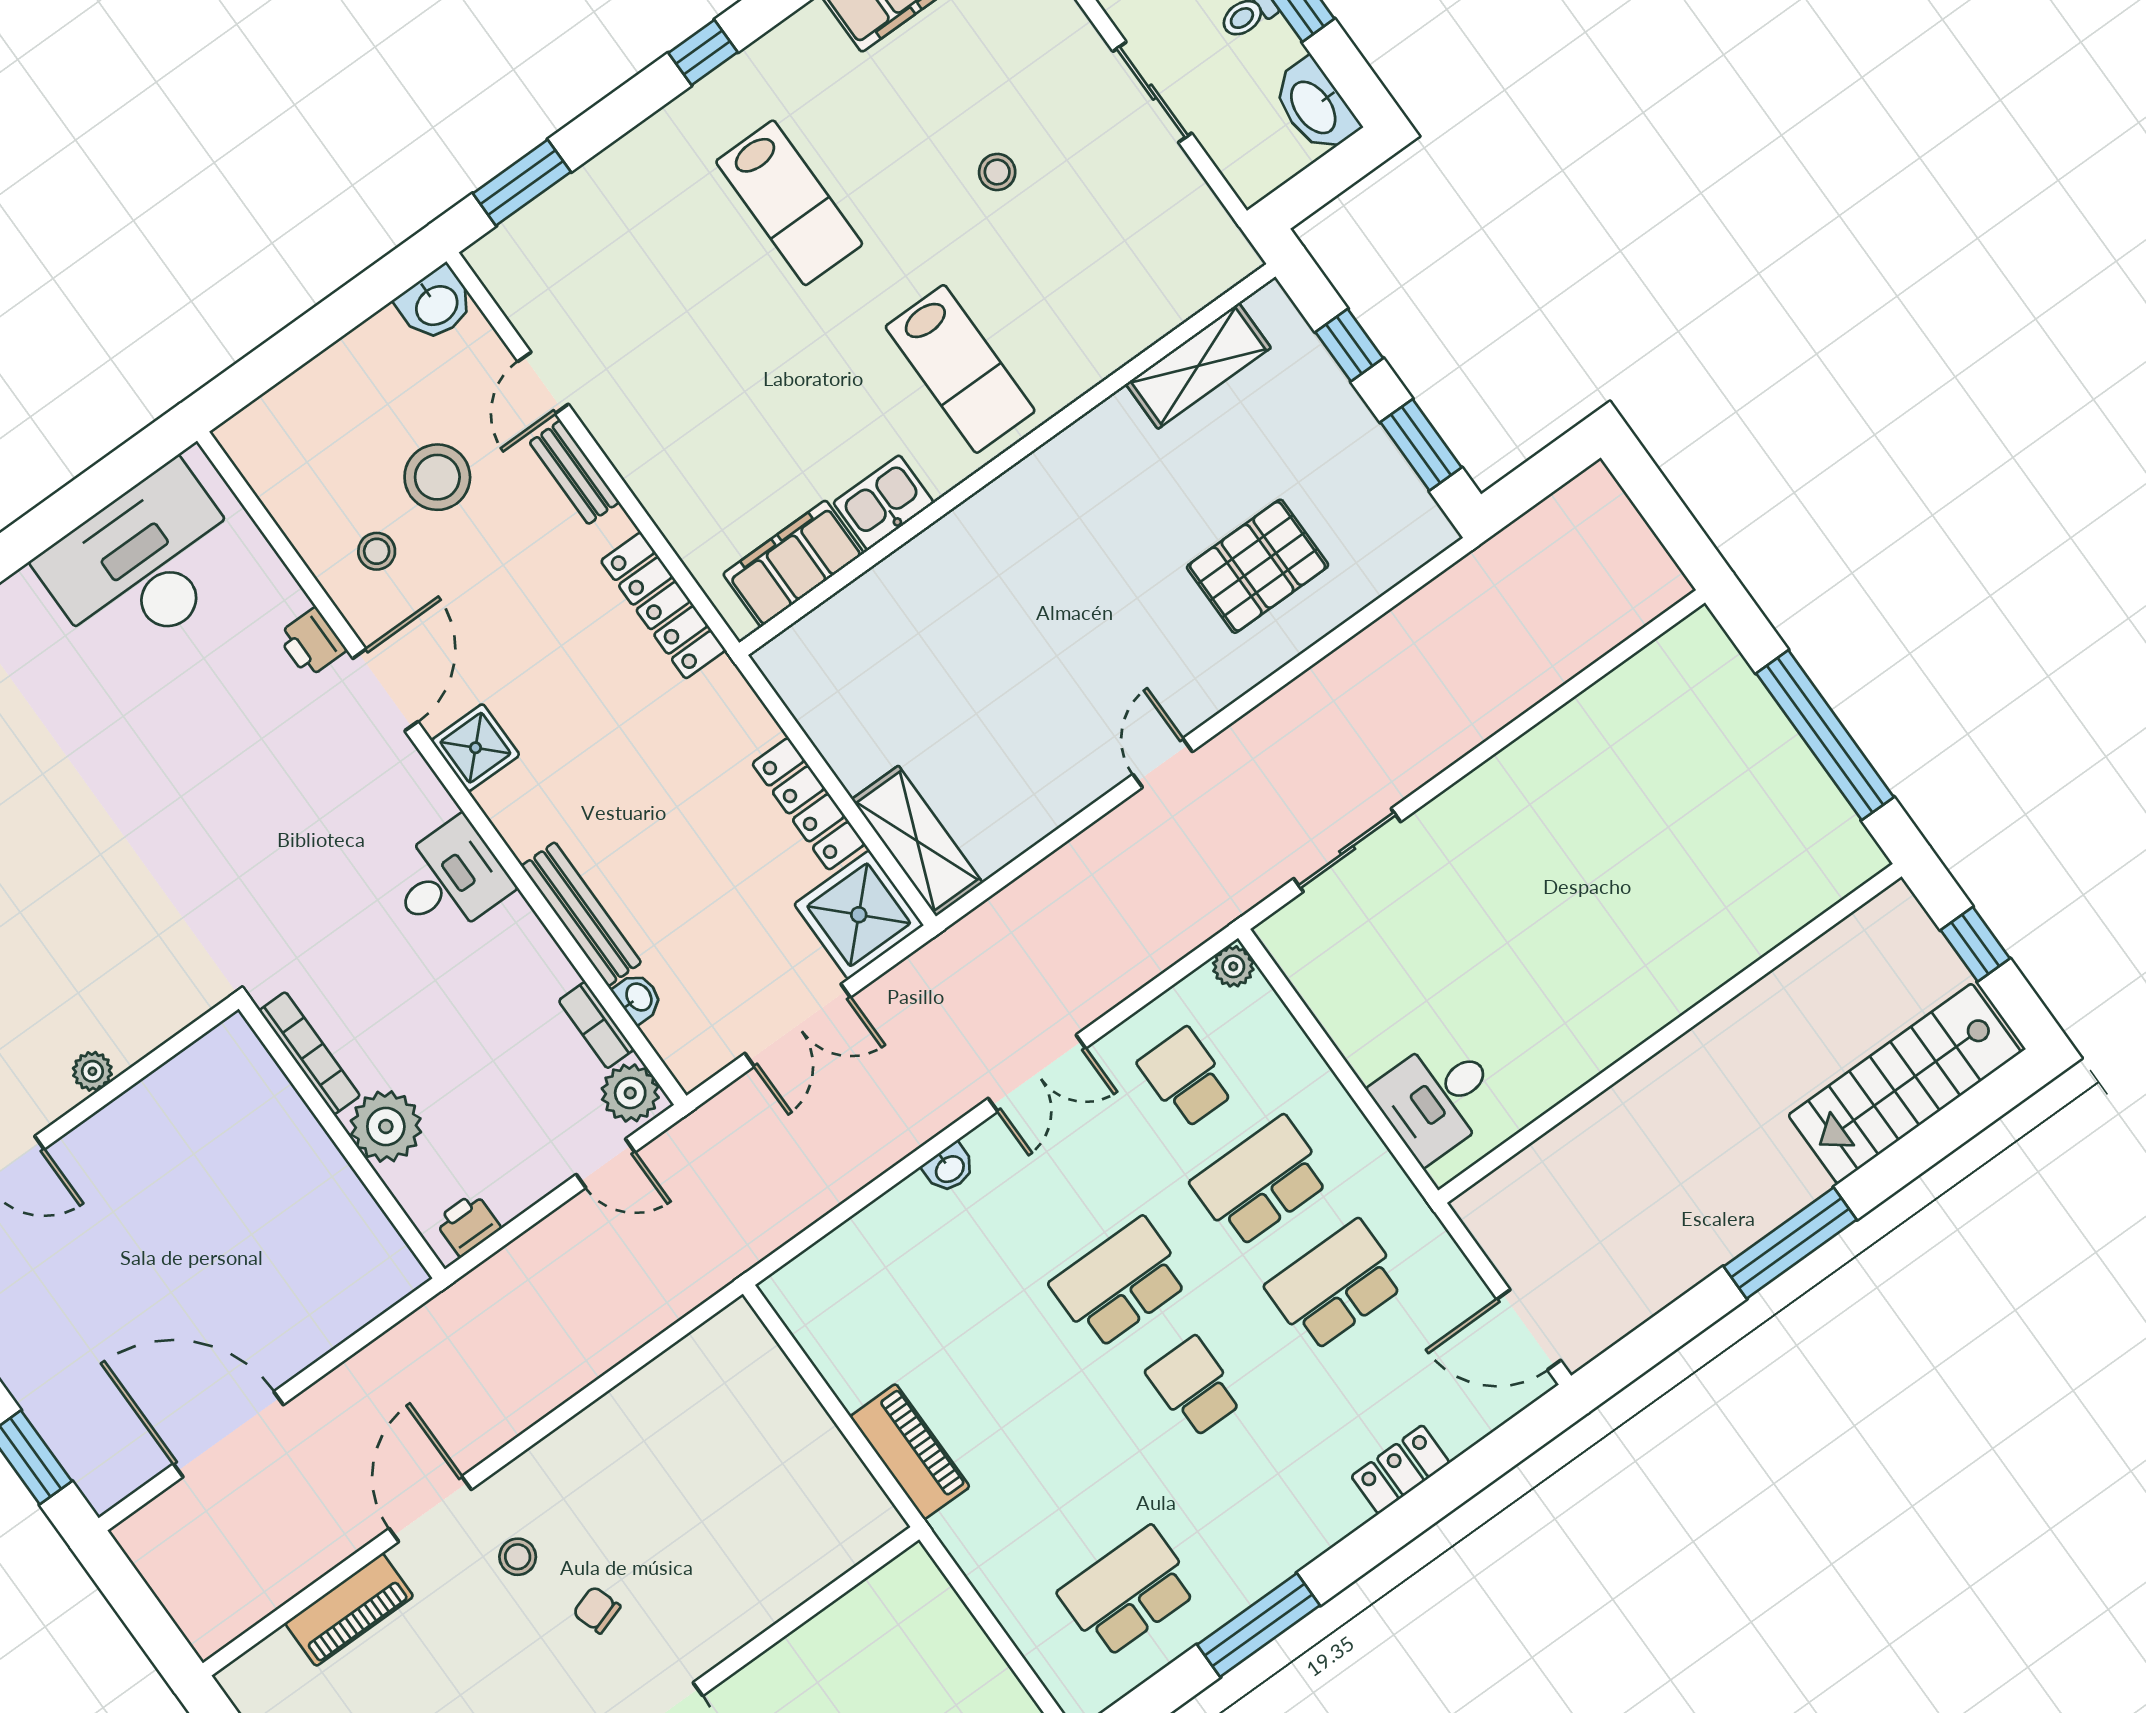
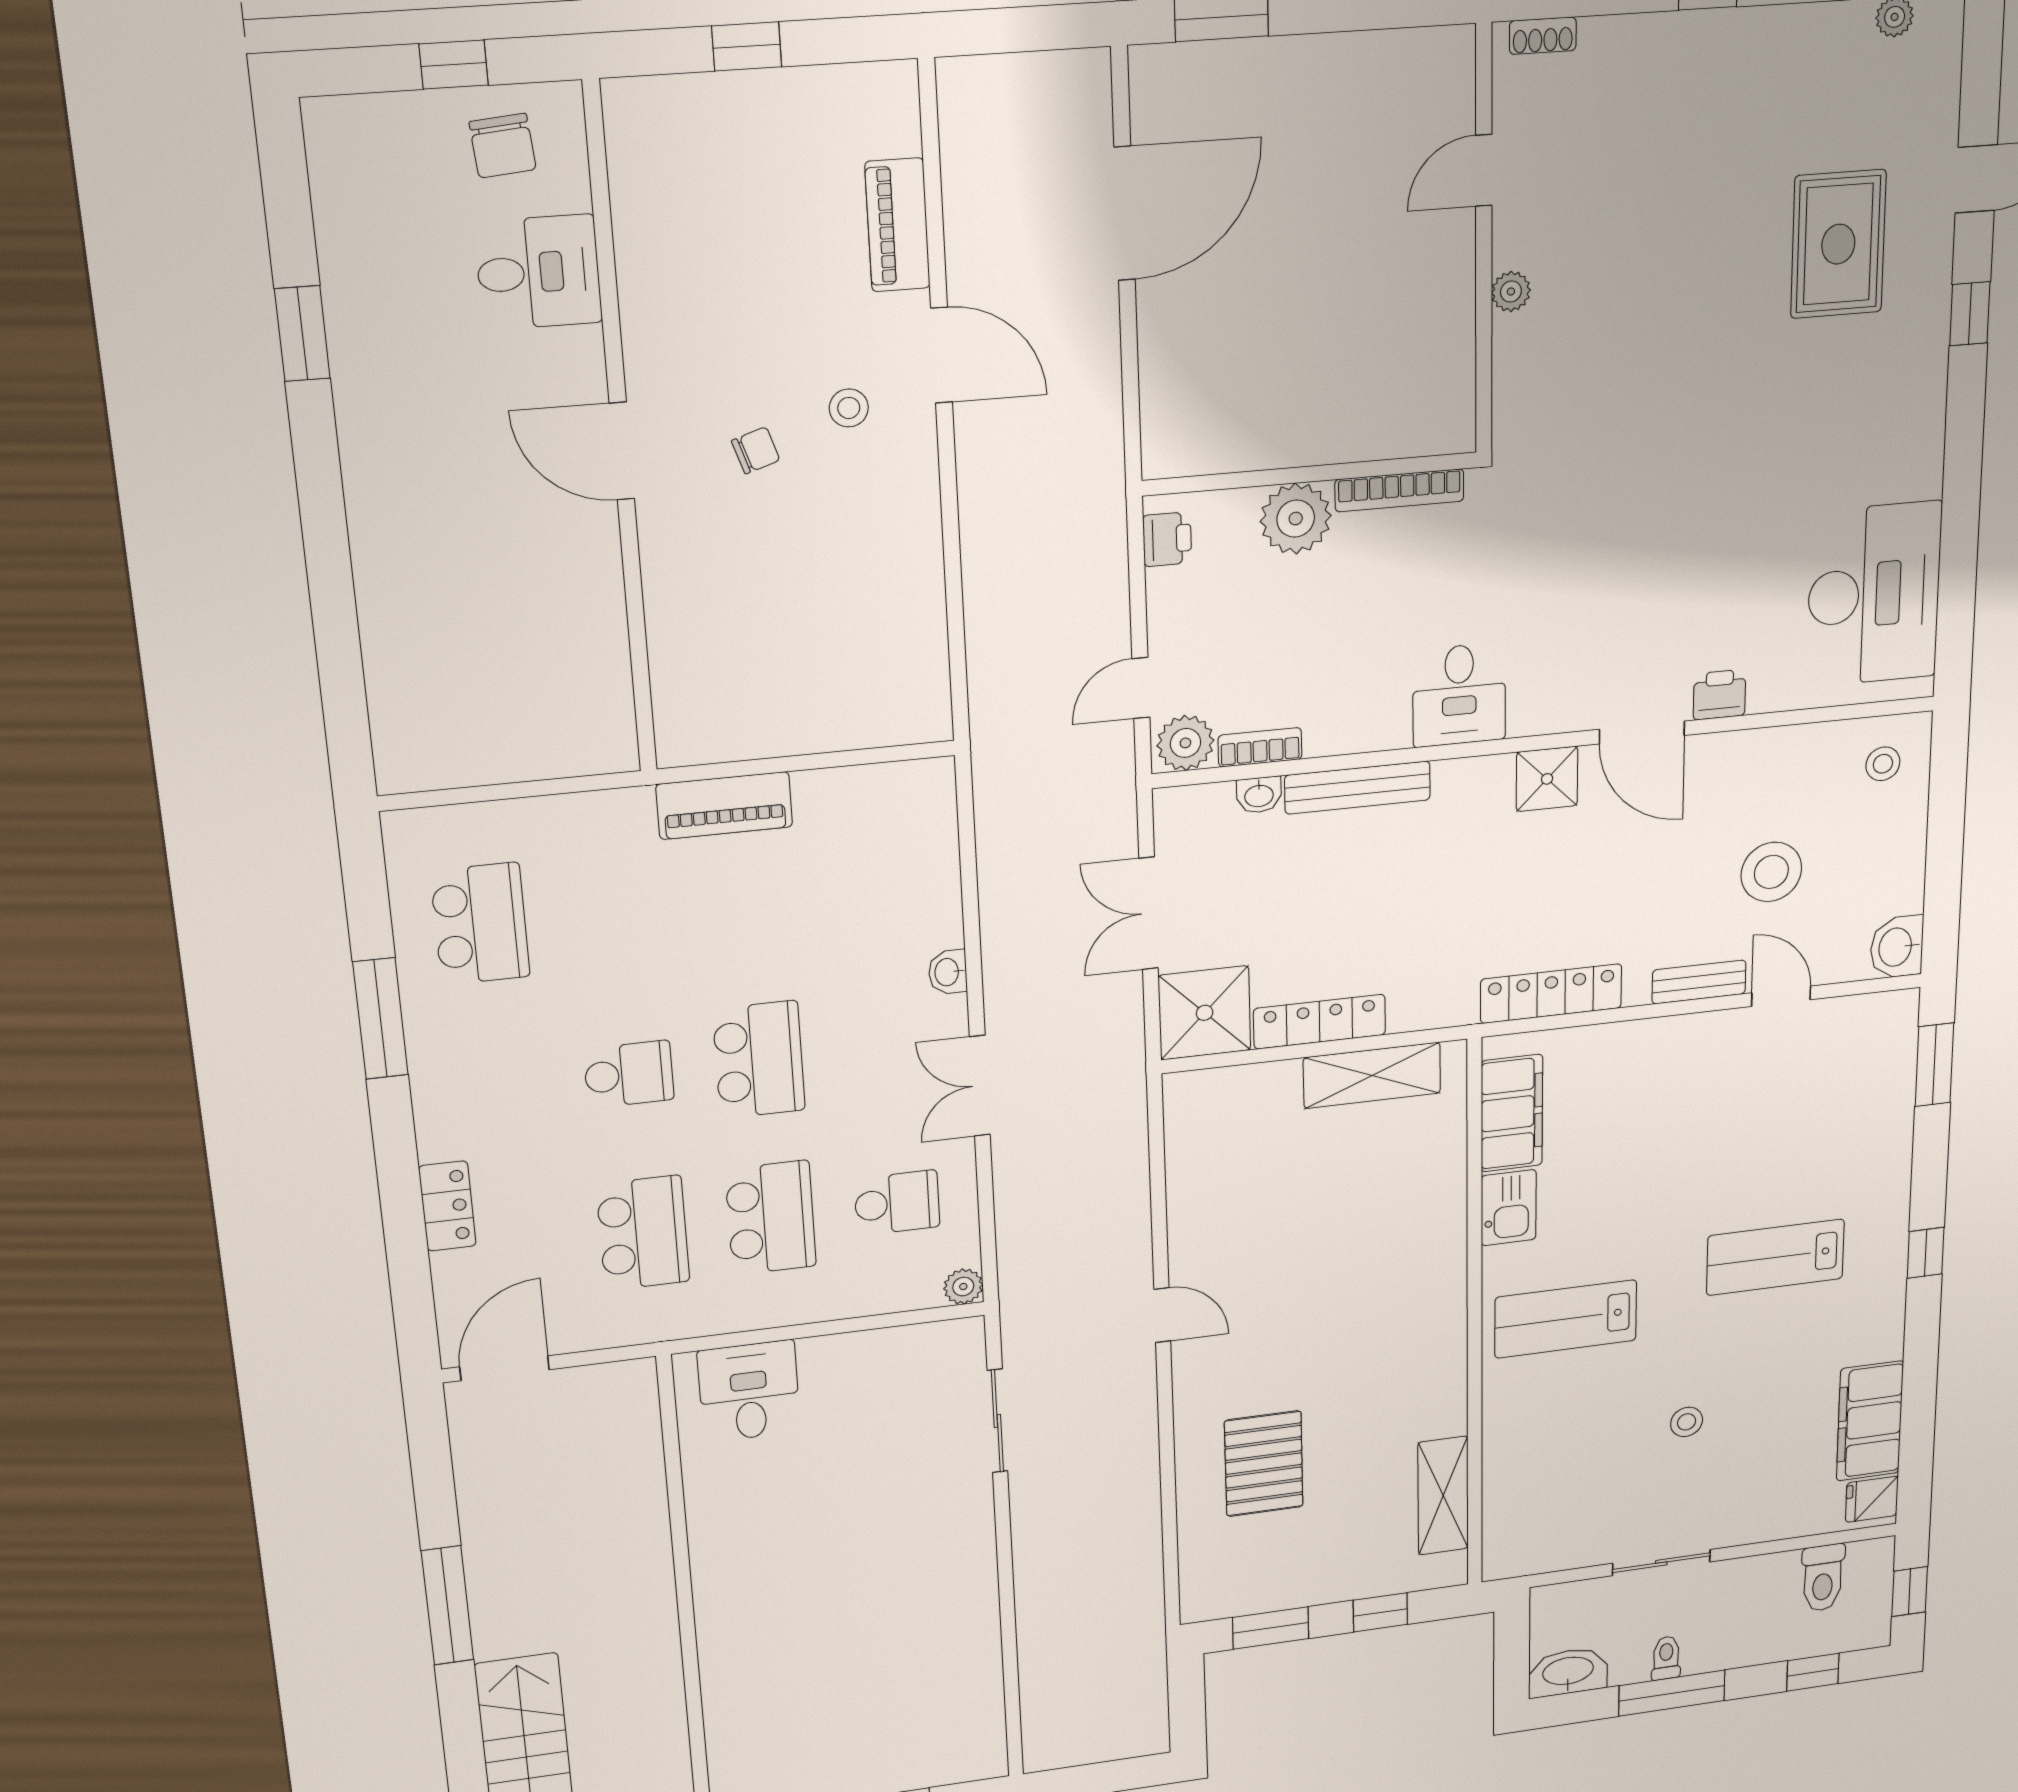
stool: (377, 551) -> (1883, 764), moved
shelving: (917, 841) -> (1372, 1075), moved

